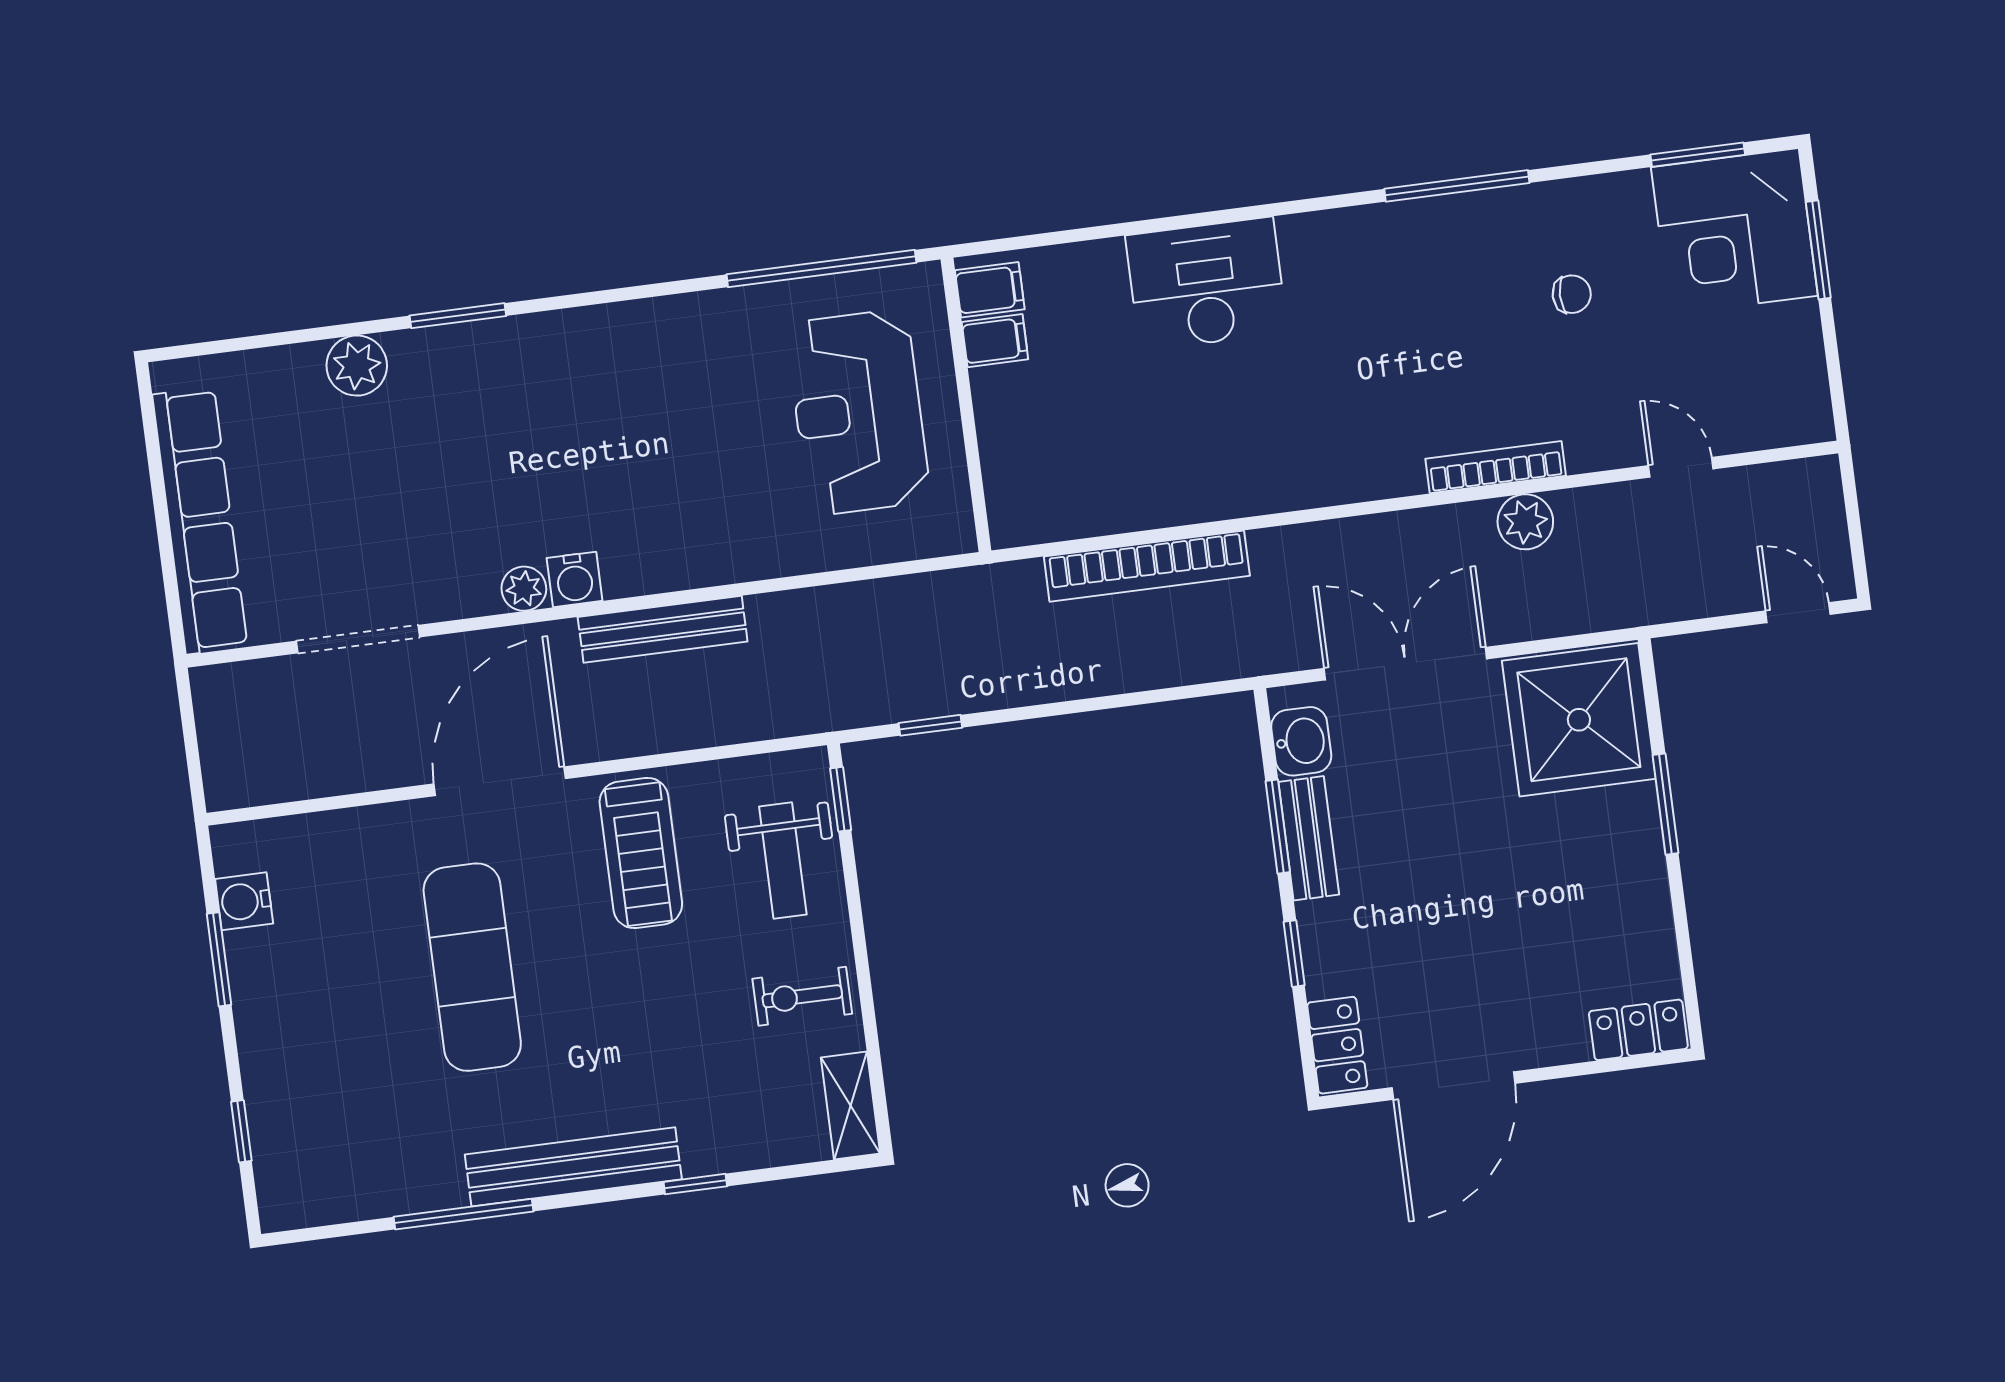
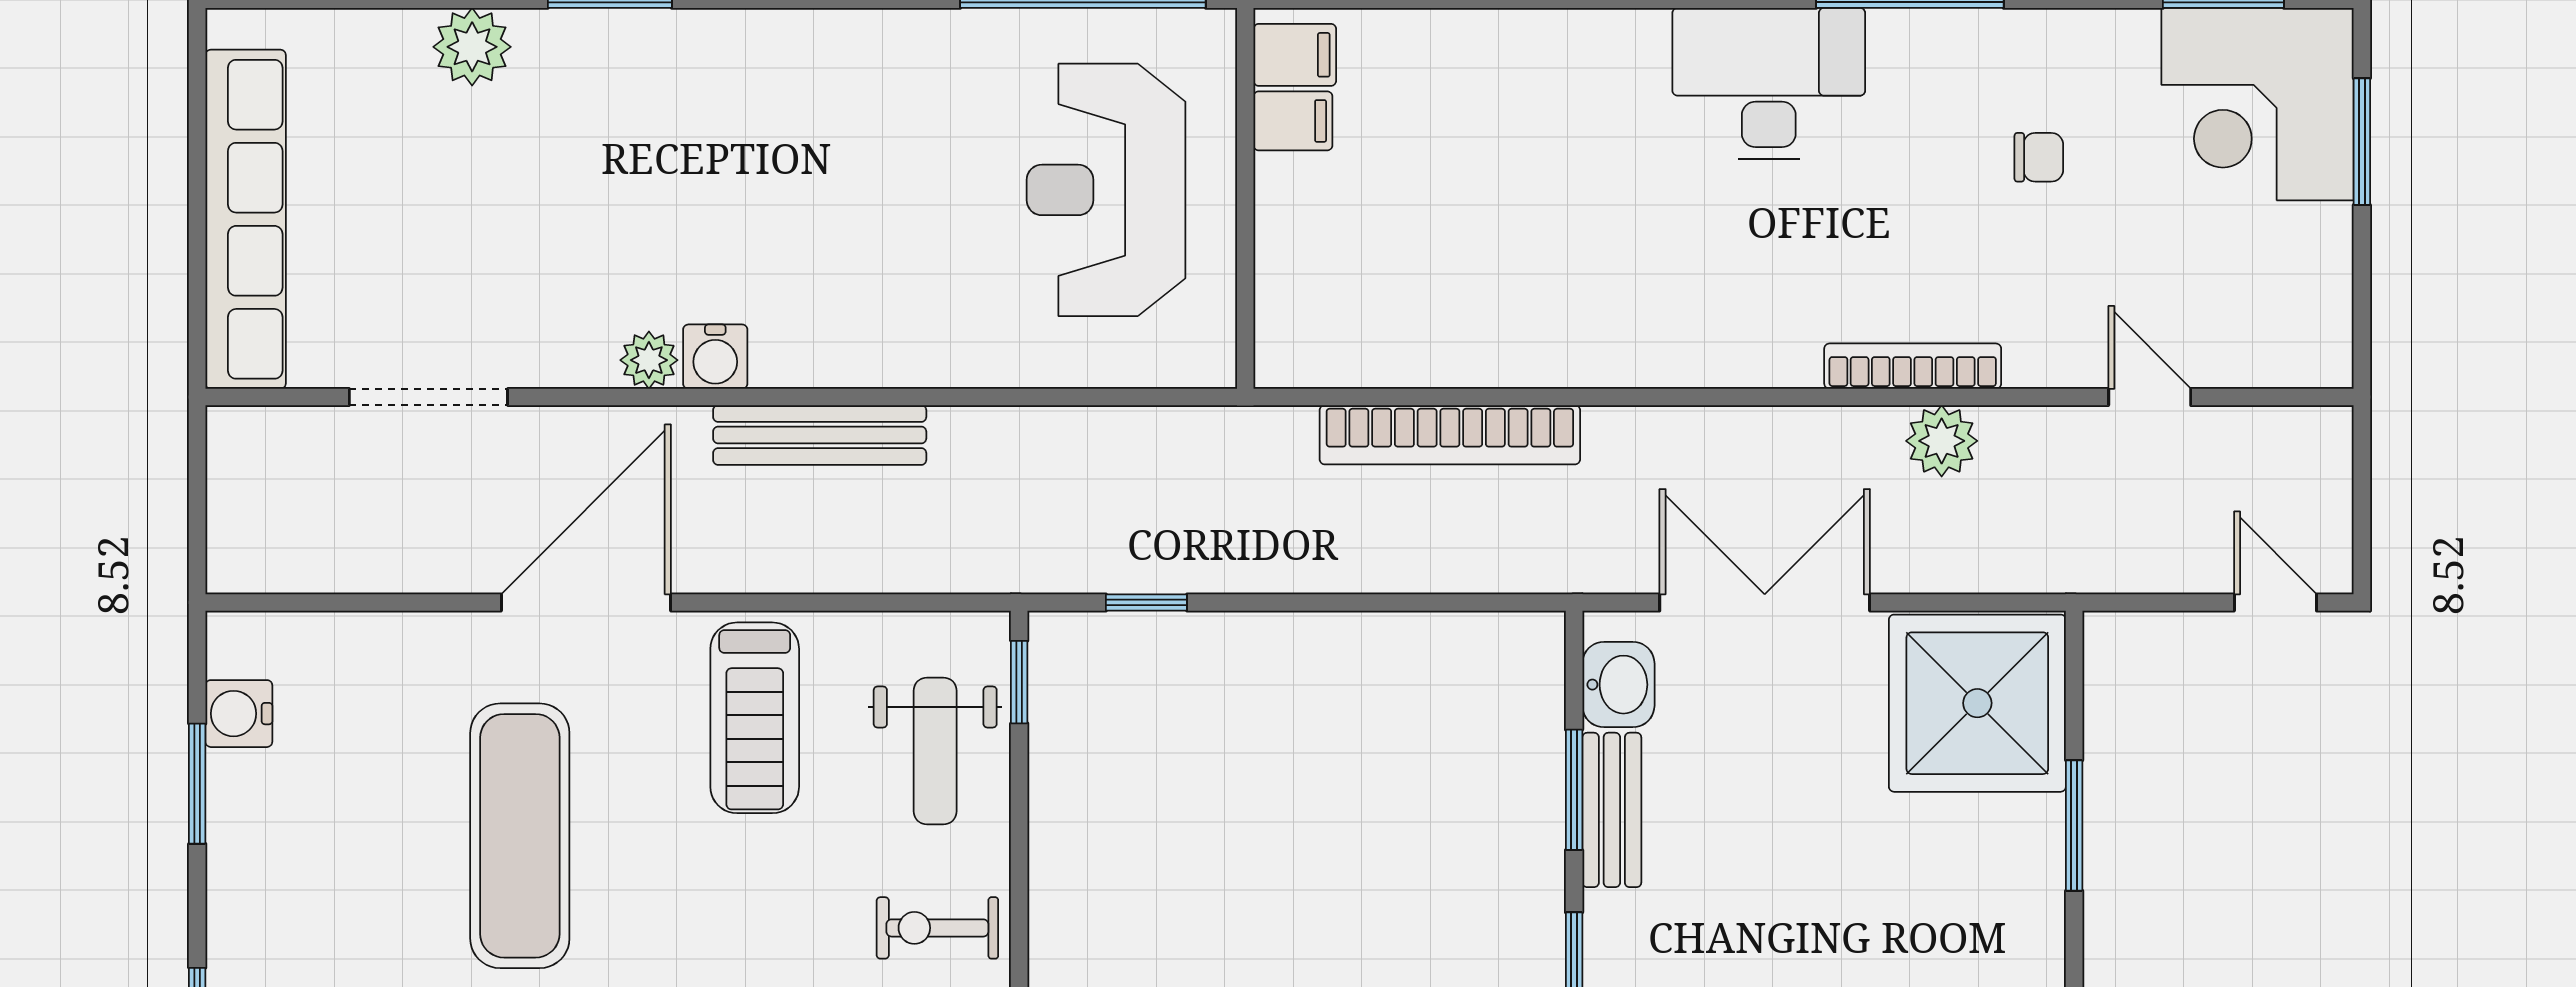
desk: (1206, 284) -> (1769, 84), moved

